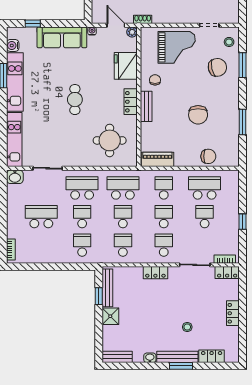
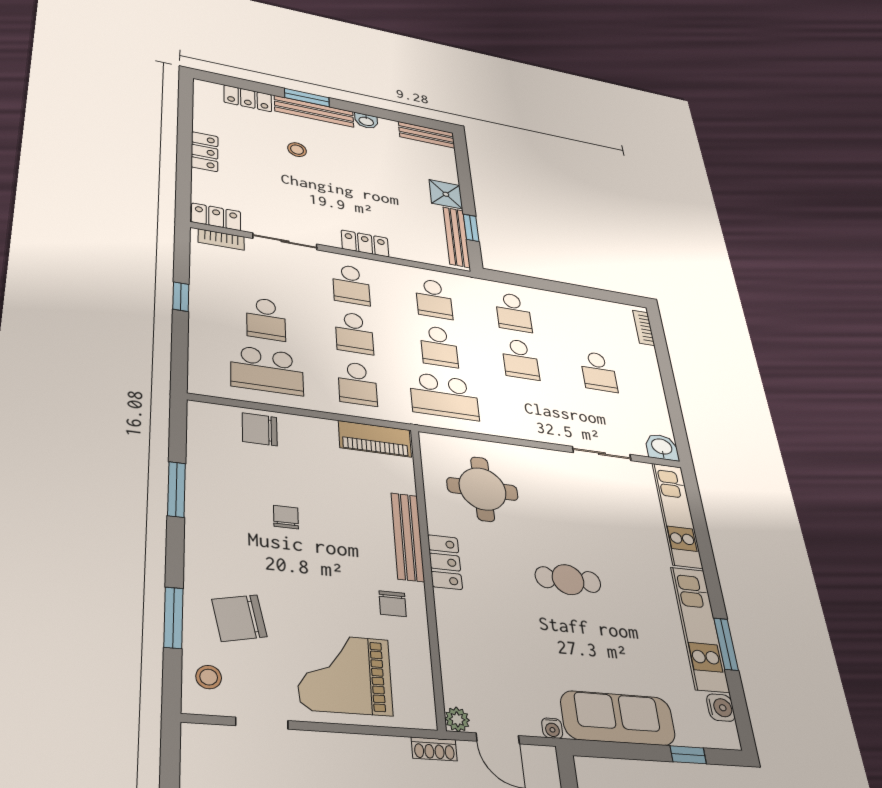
fridge: (126, 66) -> (464, 641), removed
cafe table: (75, 100) -> (568, 580), turned 90
bench: (146, 106) -> (408, 537), width x1.36
chair: (198, 115) -> (286, 517), width x0.54, depth x0.54
school desk: (82, 188) -> (528, 409), removed
school desk: (41, 217) -> (599, 372), width x0.54

